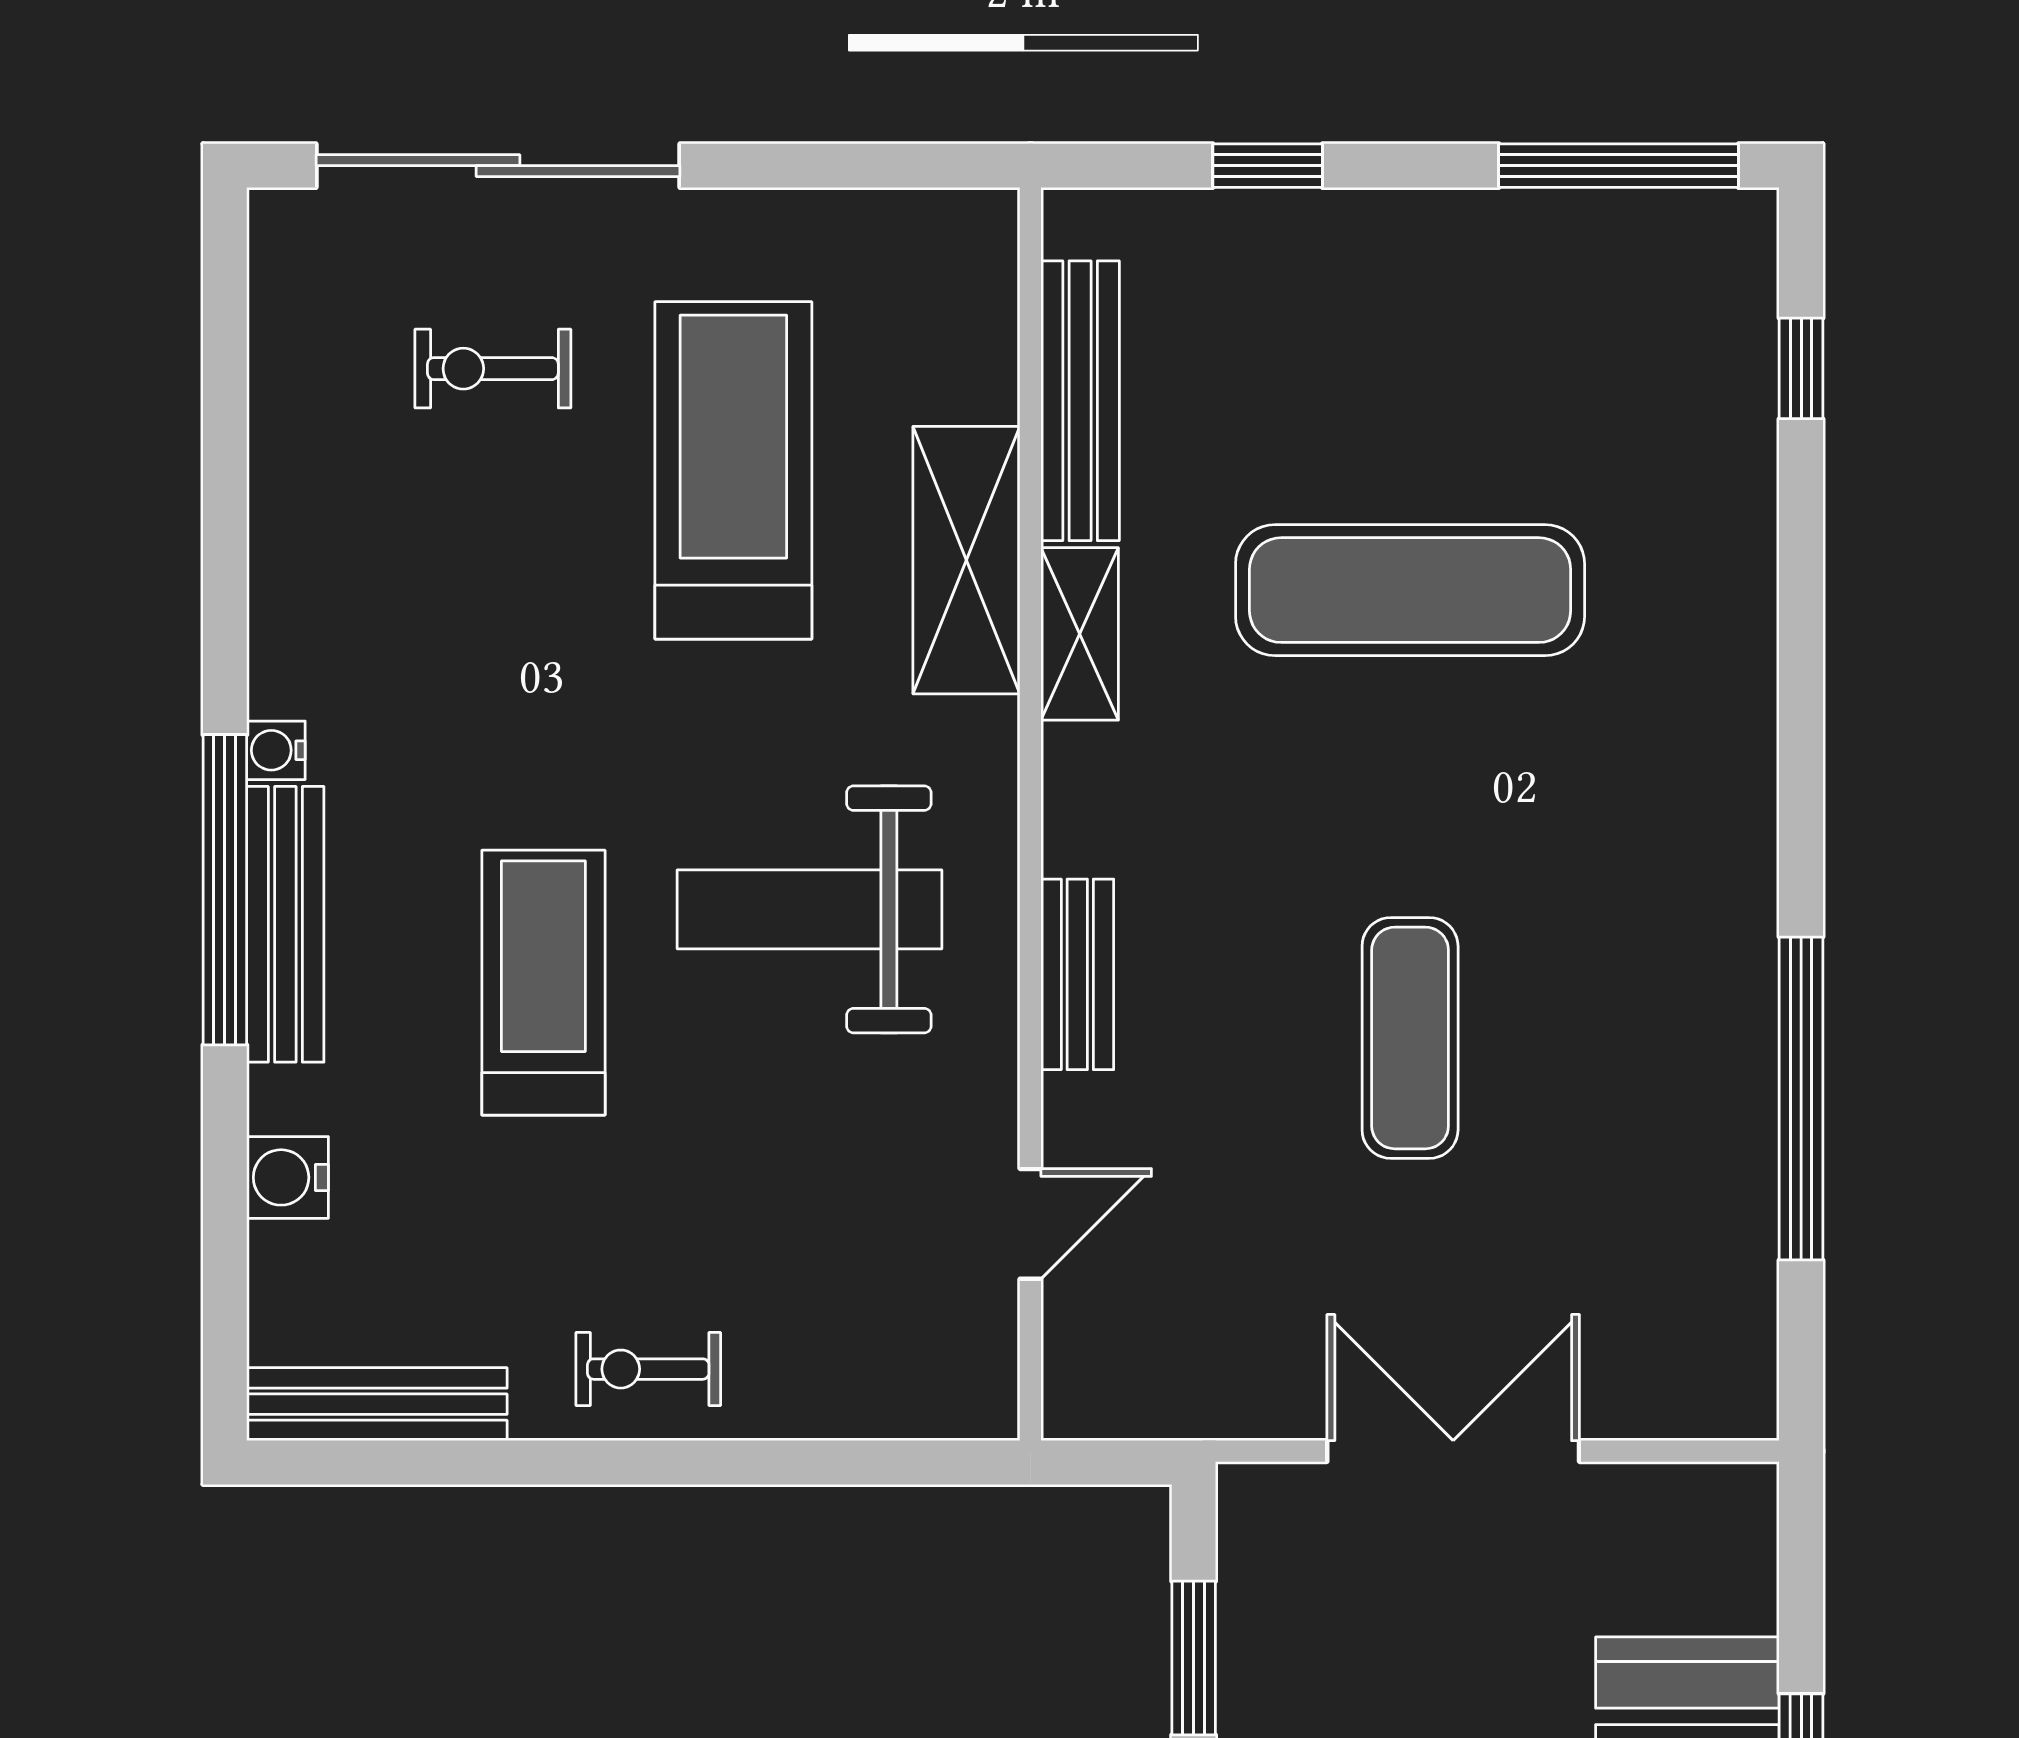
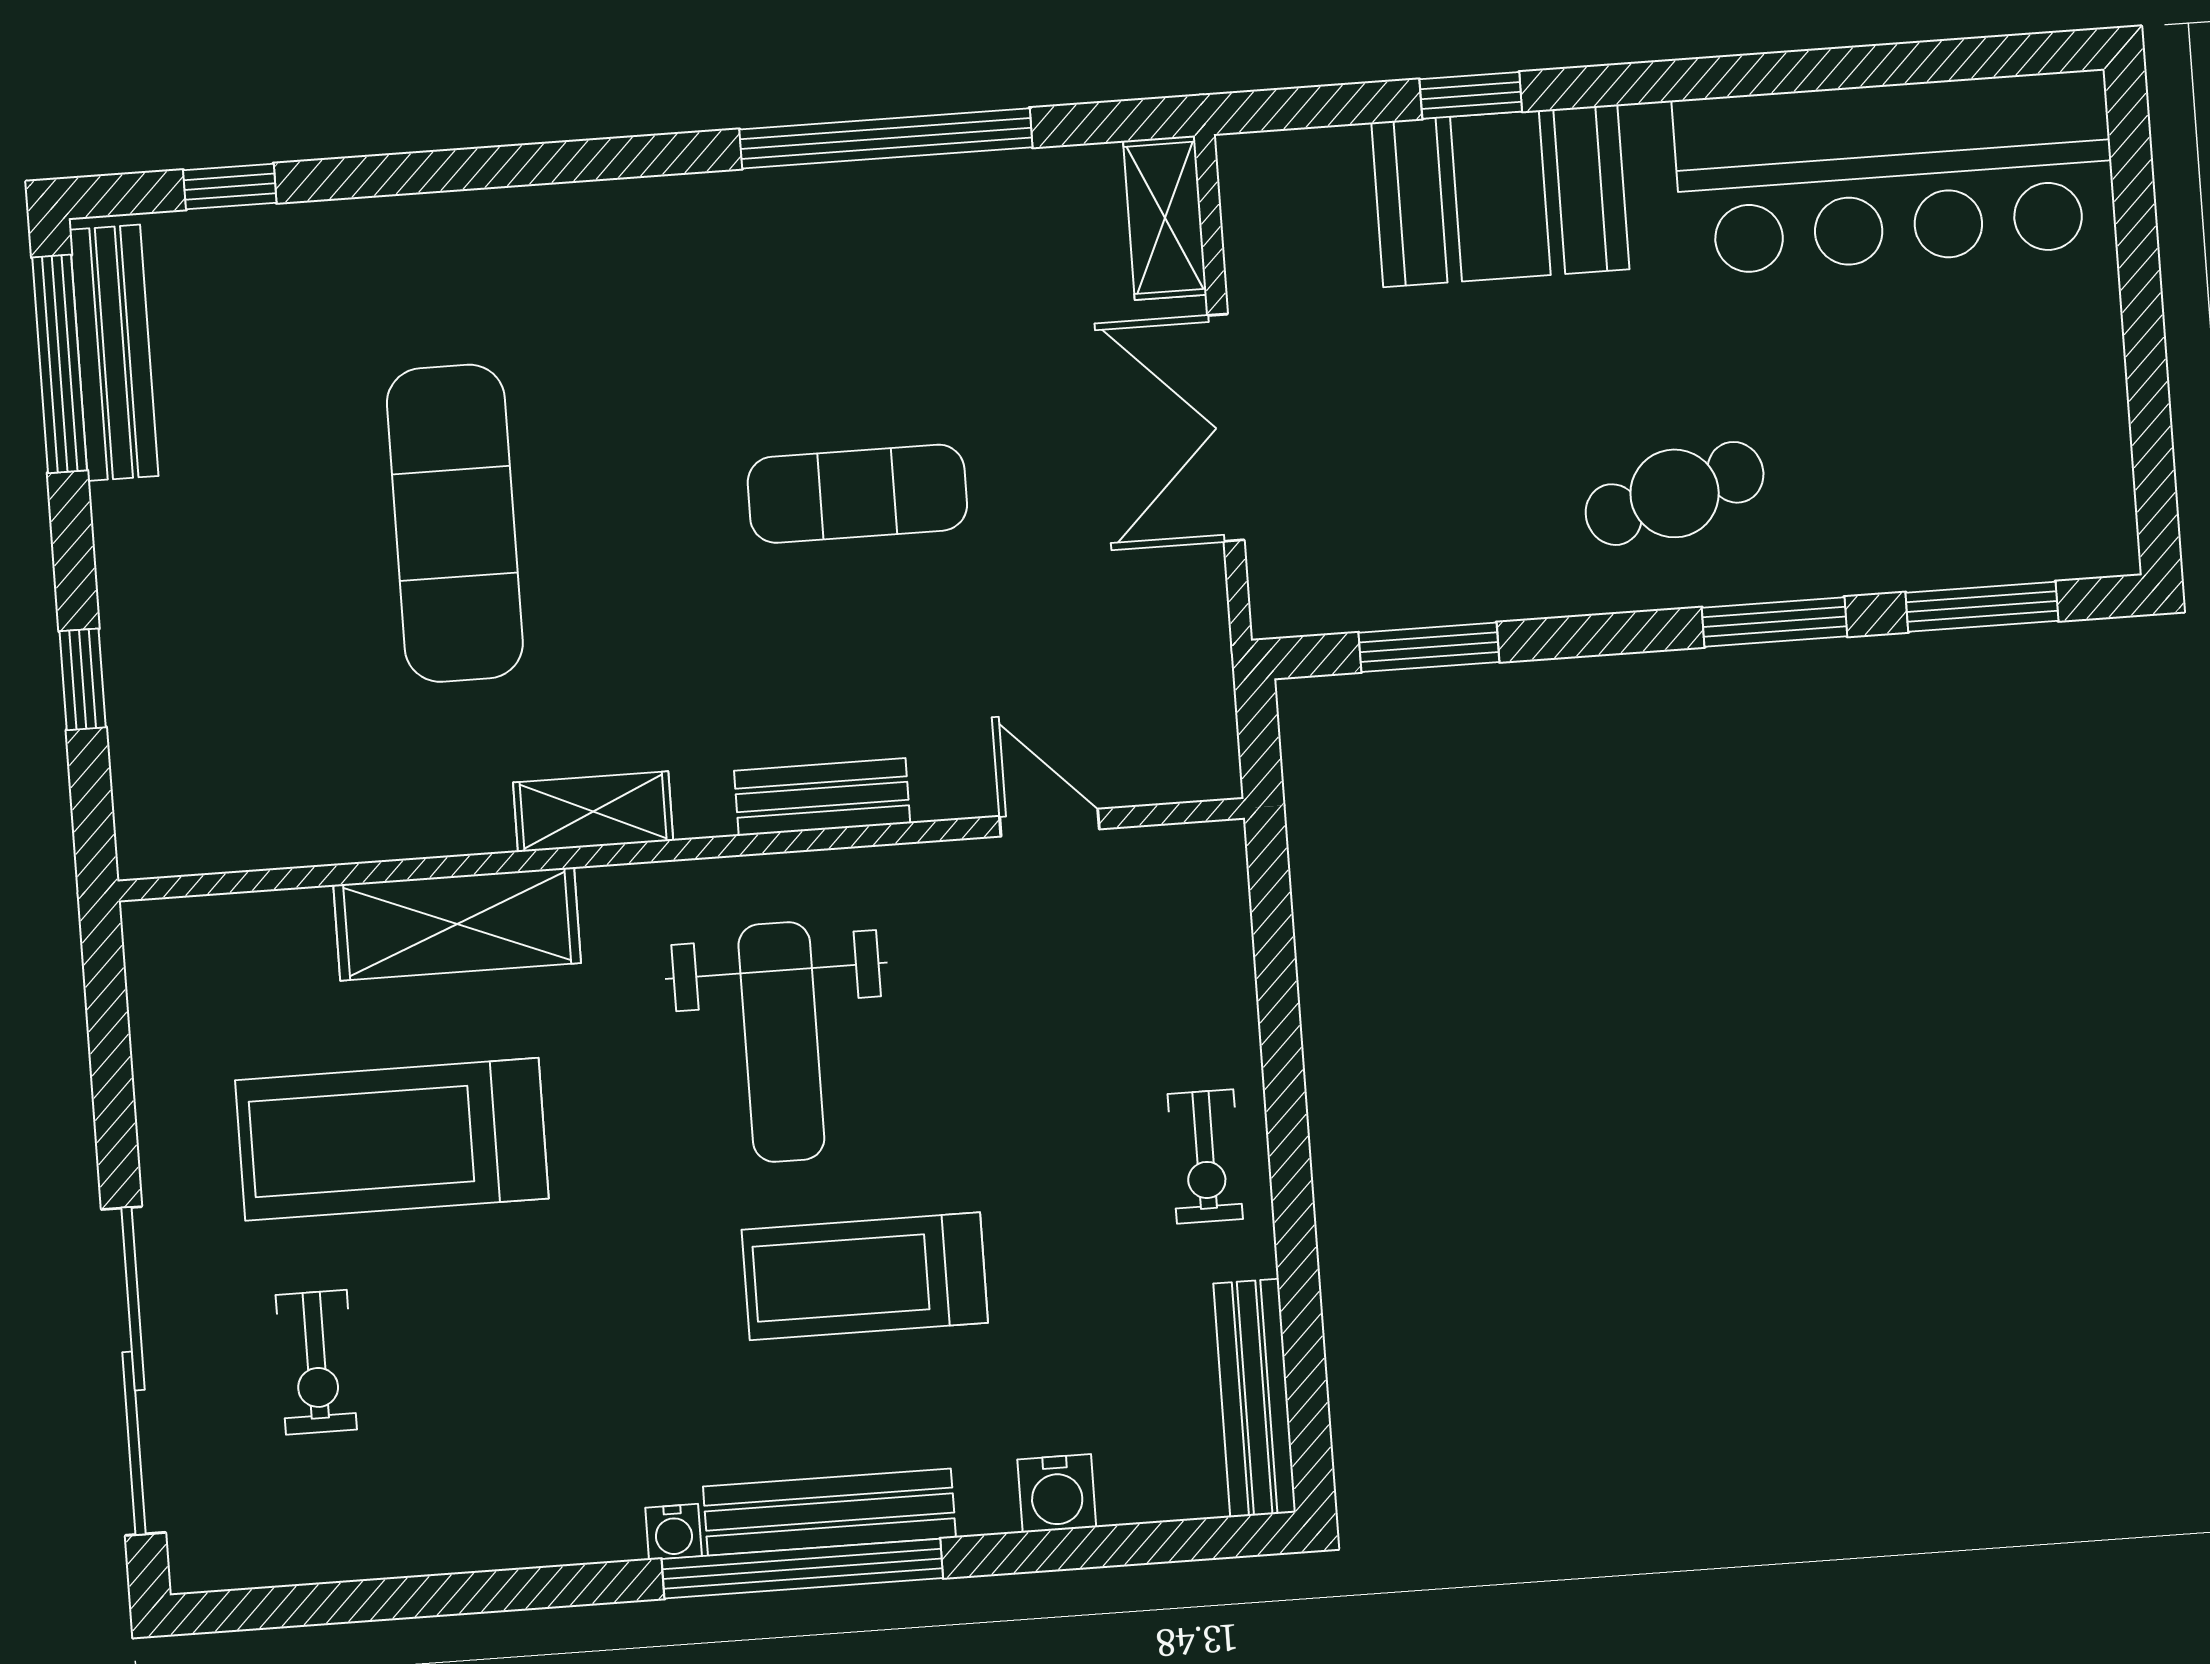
bench: (1080, 401) -> (114, 353), moved, turned 90
shelving: (1080, 634) -> (593, 812), moved
shelving: (1690, 1401) -> (1165, 218), added

